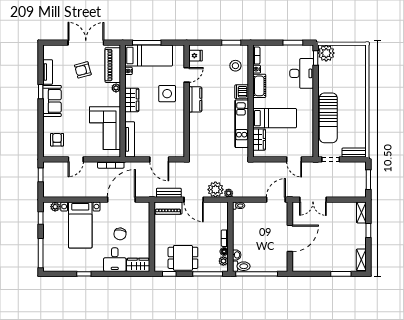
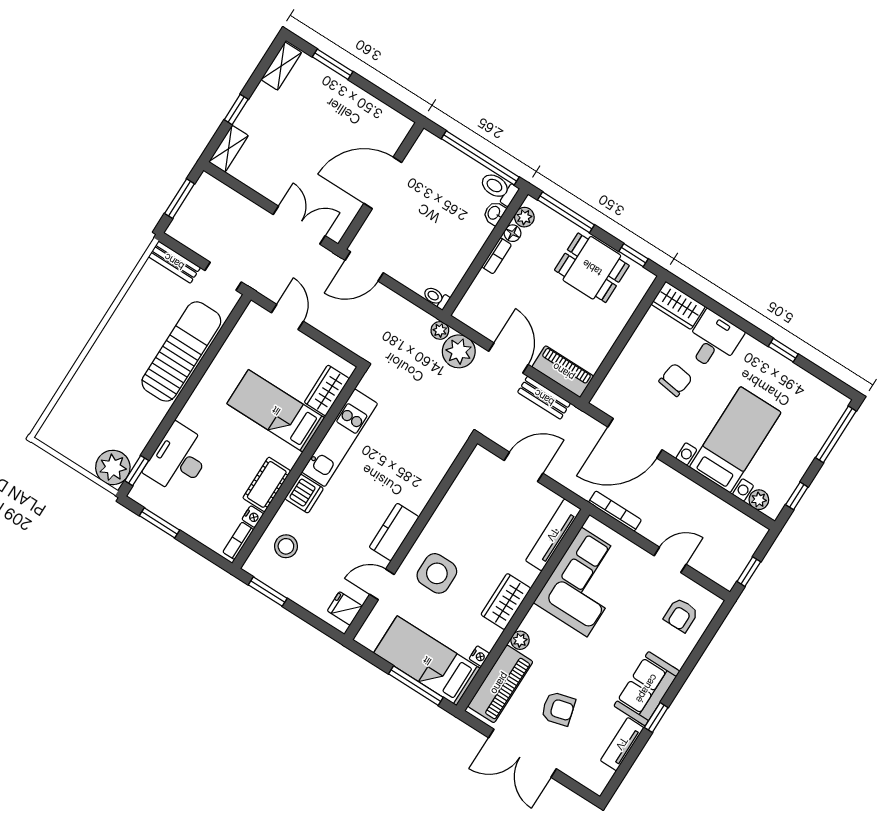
door: (159, 159) -> (524, 467), hinge flipped

